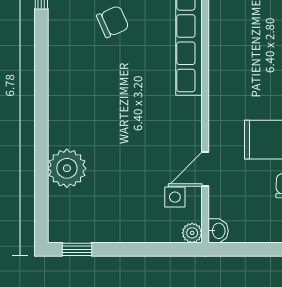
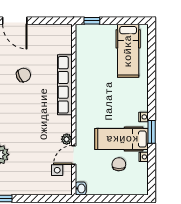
plant: (192, 233) -> (67, 139), moved

